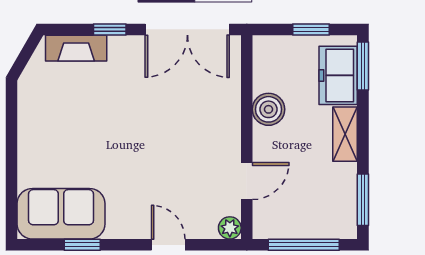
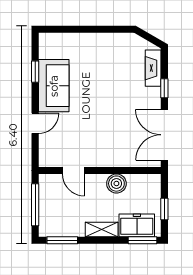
sofa: (61, 214) -> (54, 86), moved
plant: (230, 228) -> (45, 160), removed

